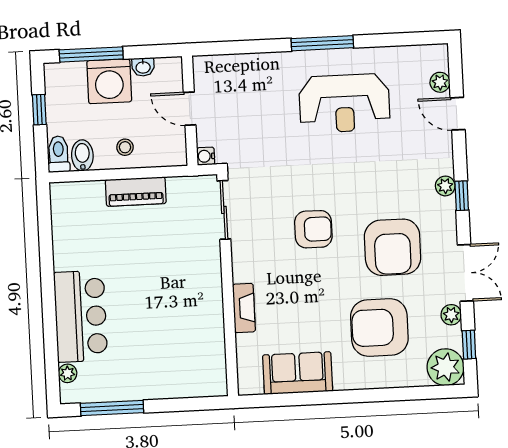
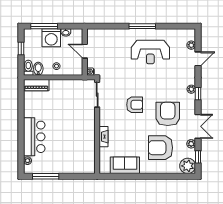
door: (458, 114) -> (198, 59), swing flipped
piano: (136, 192) -> (36, 85), moved
armchair: (393, 247) -> (168, 114), turned 180

